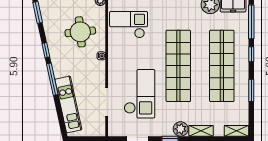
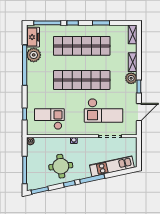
checkout: (129, 25) -> (49, 119), turned 90
round table: (80, 32) -> (61, 166), moved
checkout: (140, 94) -> (104, 110), turned 180

